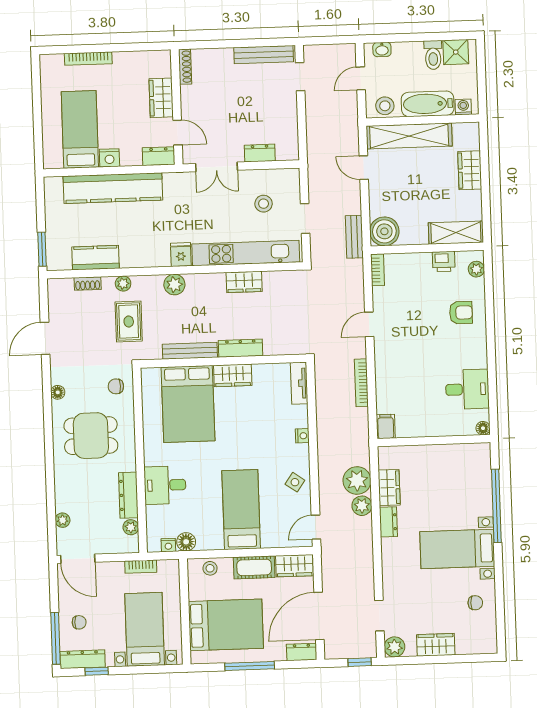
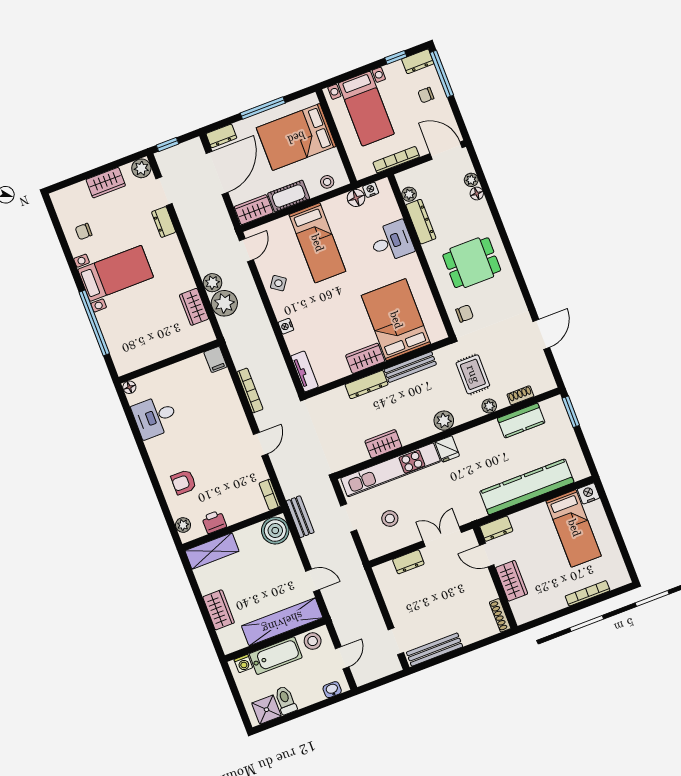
nightstand: (109, 158) -> (589, 493), moved
floor lamp: (58, 392) -> (477, 193), moved
dresser: (388, 522) -> (164, 222), moved
bookcase: (141, 567) -> (396, 160), width x1.56
dresser: (82, 659) -> (418, 61), width x0.70

